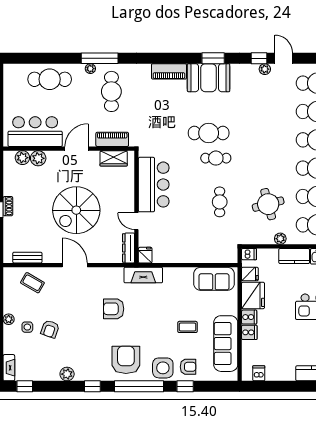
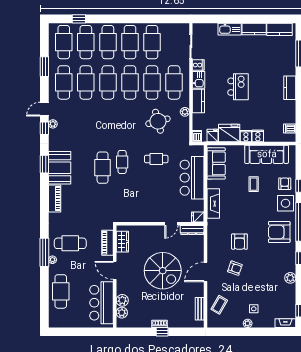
bar counter: (154, 185) -> (192, 178), moved, turned -90
fireplace: (143, 275) -> (213, 204), moved
armchair: (50, 329) -> (235, 268), moved

